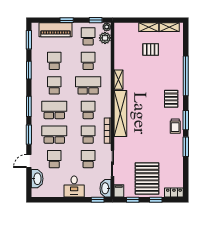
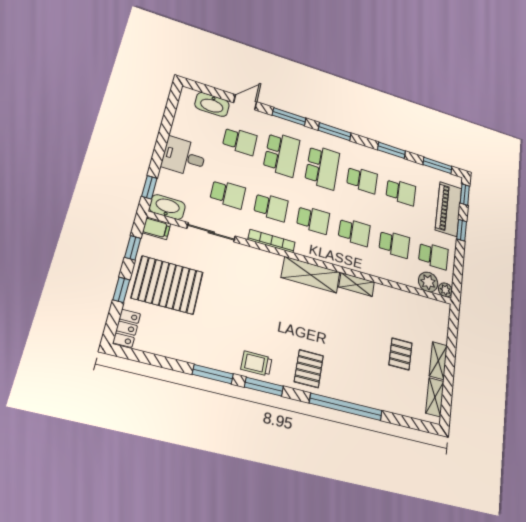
window: (96, 20) -> (465, 195), moved
school desk: (88, 85) -> (354, 232), width x0.54
pallet: (171, 99) -> (309, 369), turned 90
shelving: (120, 113) -> (311, 275), width x0.68
door: (29, 161) -> (245, 102), hinge flipped

